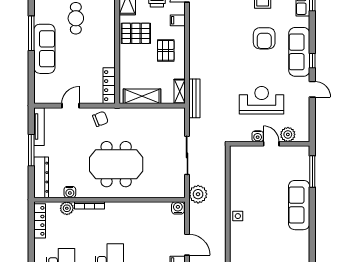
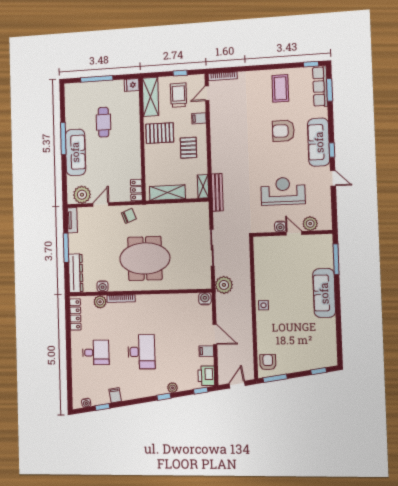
armchair: (264, 38) -> (283, 131), turned 90
locker: (109, 86) -> (136, 190), width x0.66
plant: (50, 94) -> (82, 195), added
tv unit: (39, 127) -> (72, 220), width x0.71

